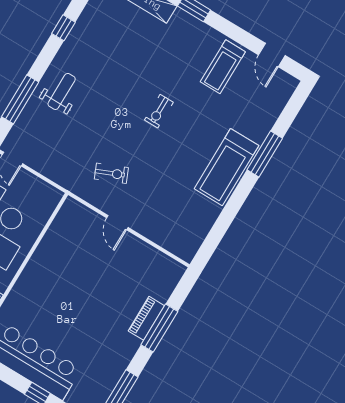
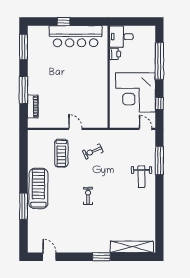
window: (64, 28) -> (159, 208), removed
treadmill: (223, 67) -> (61, 153), moved, turned 180
piano: (146, 318) -> (33, 107), moved

